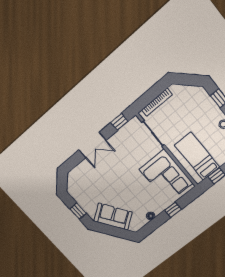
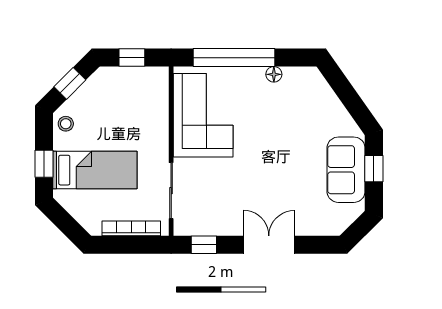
bed: (197, 156) -> (95, 170), moved, turned -90
window: (173, 210) -> (234, 58), width x3.17
sofa: (113, 217) -> (346, 170), moved, turned 35

